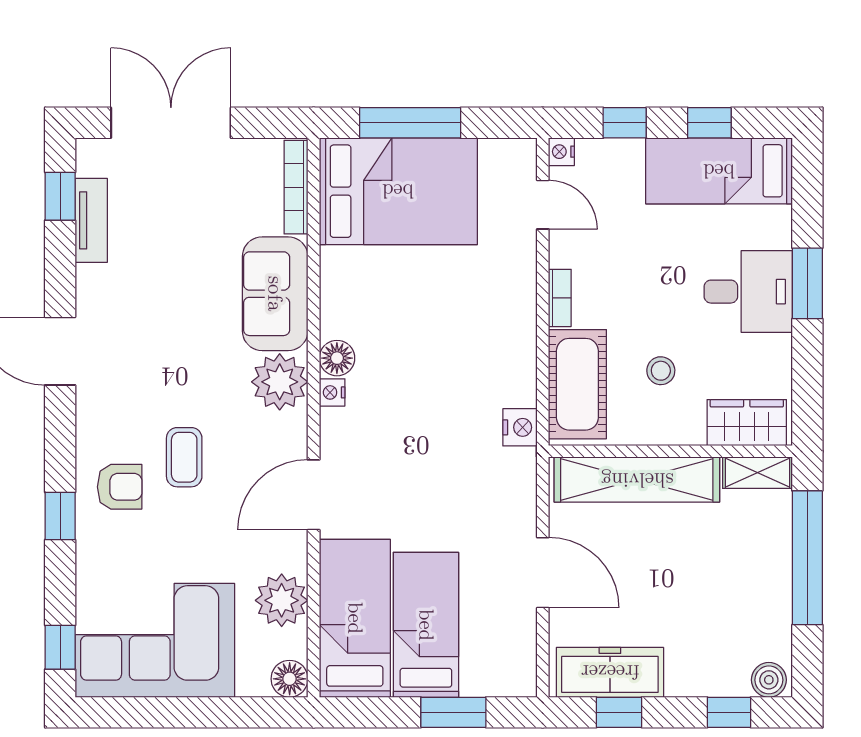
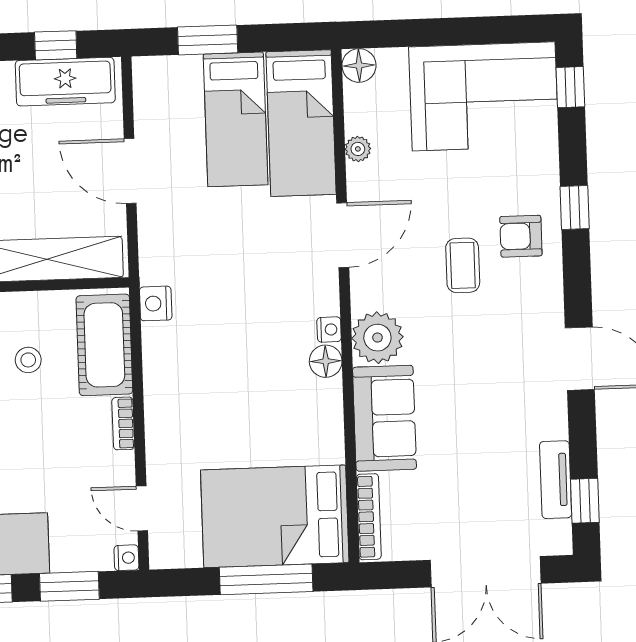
window: (625, 123) -> (69, 586), width x1.50
plant: (282, 600) -> (358, 149), width x0.53, depth x0.53

